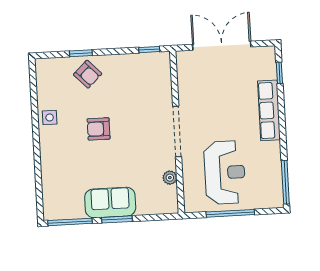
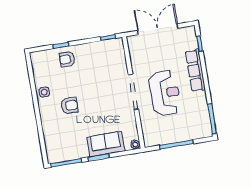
armchair: (88, 74) -> (67, 59), turned 134
armchair: (99, 129) -> (69, 106), moved, turned 180
reception desk: (225, 172) -> (165, 93), moved
plant: (170, 178) -> (135, 144), moved
sofa: (110, 203) -> (106, 144), moved

